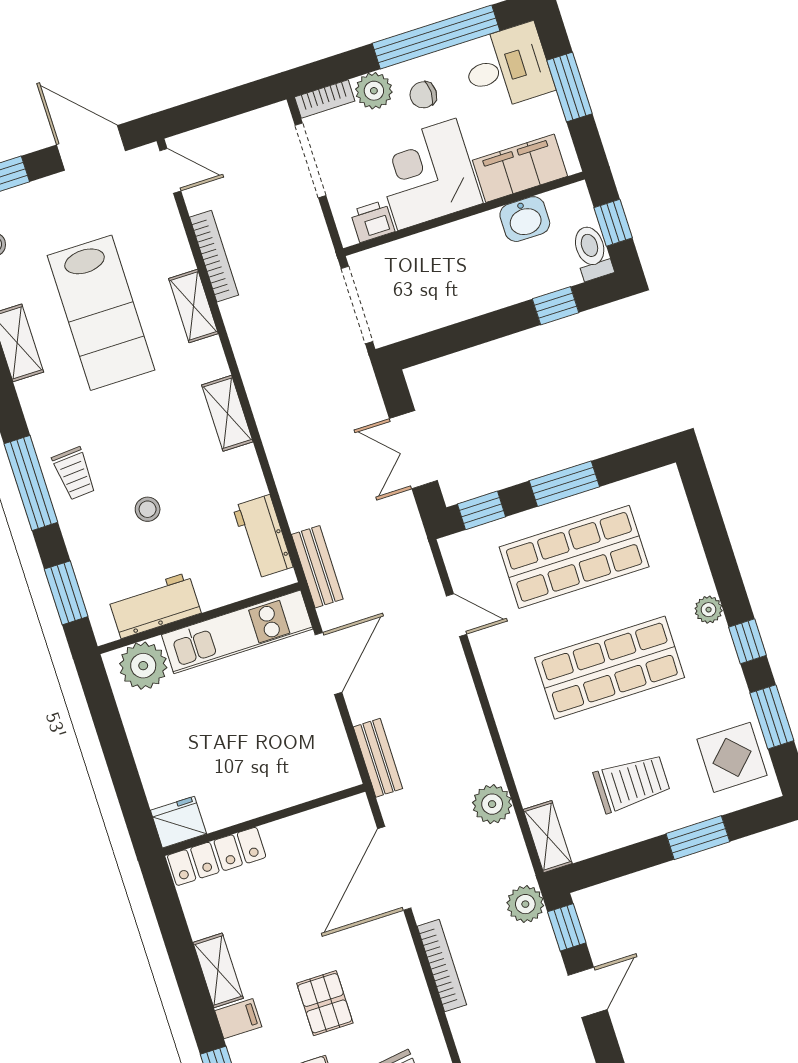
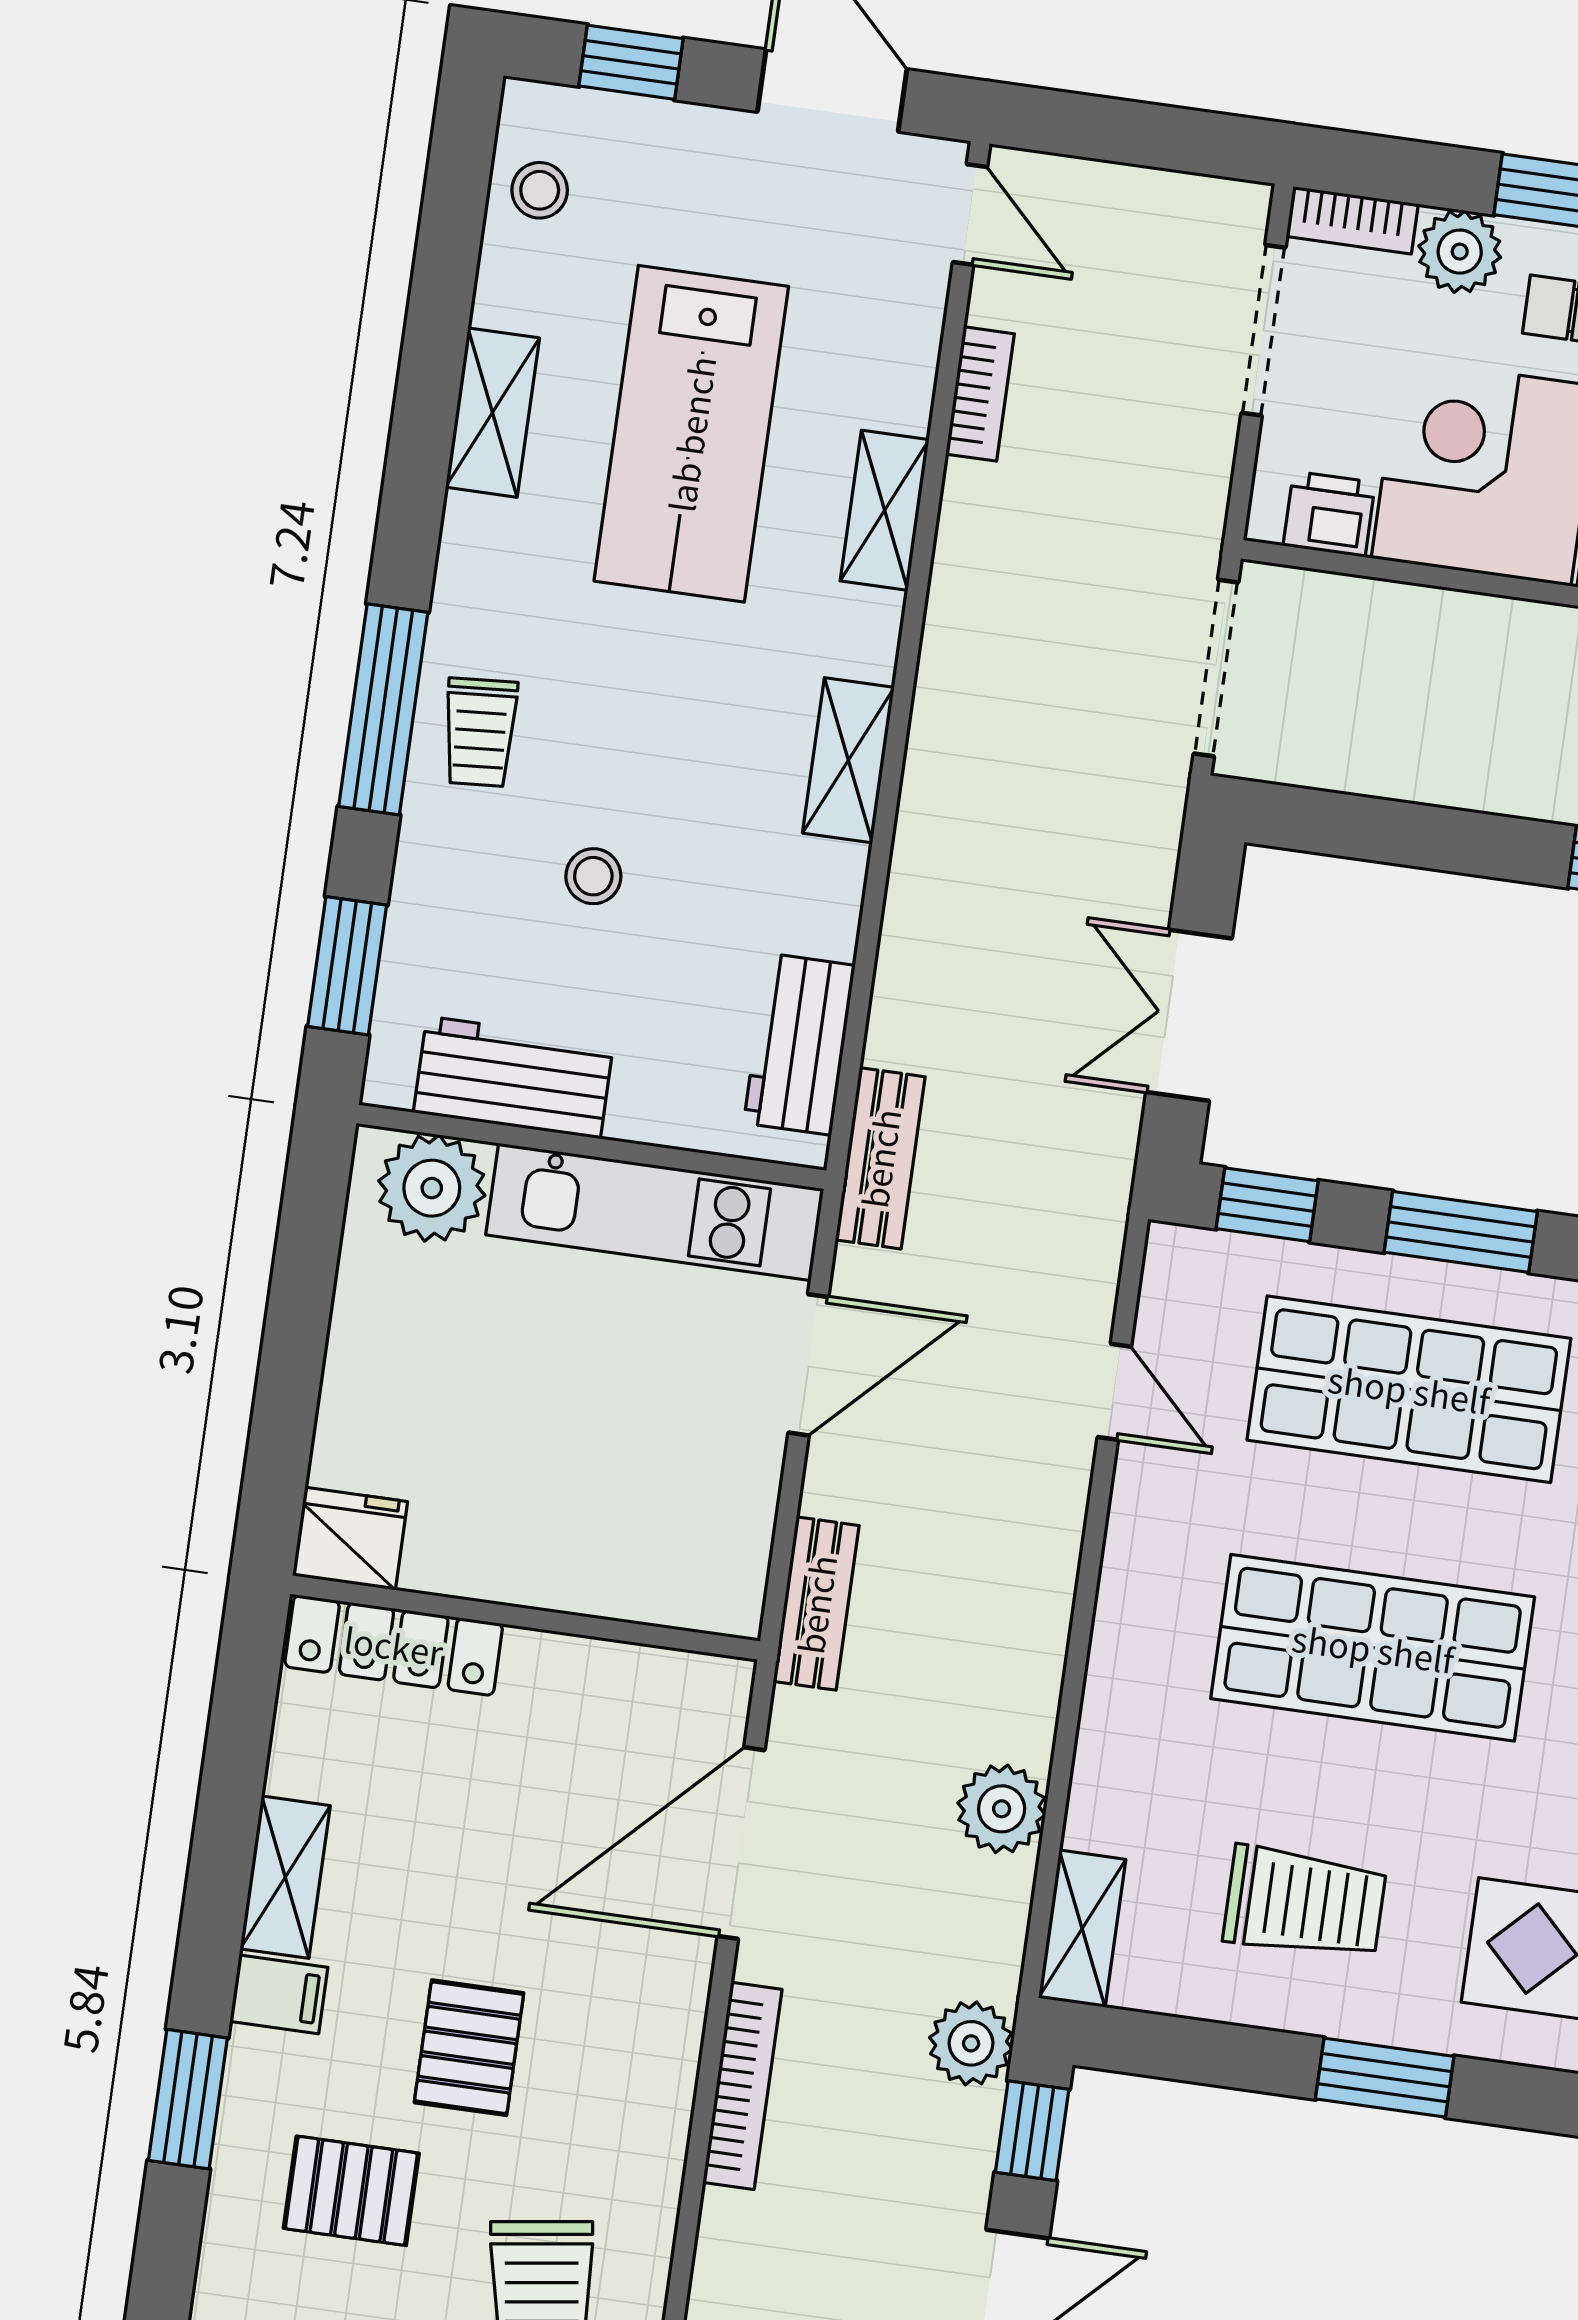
bookcase: (214, 256) -> (980, 394), width x0.64

